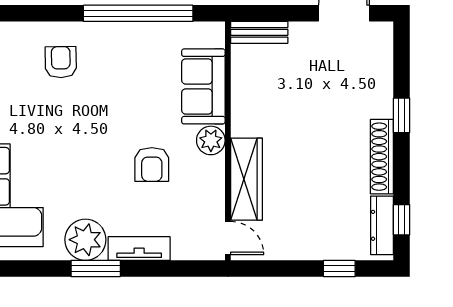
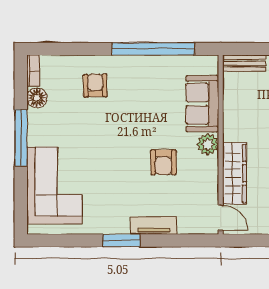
plant: (85, 240) -> (114, 219), removed

